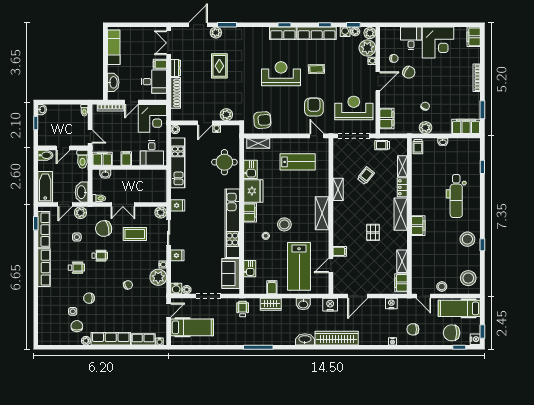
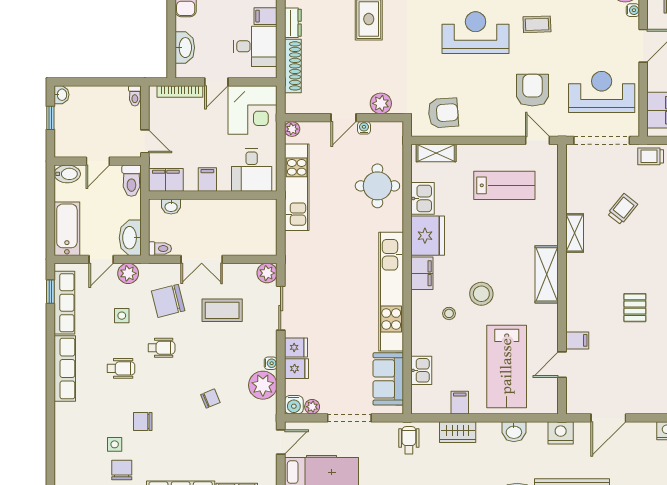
fridge: (178, 205) -> (296, 369), moved

